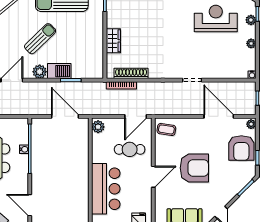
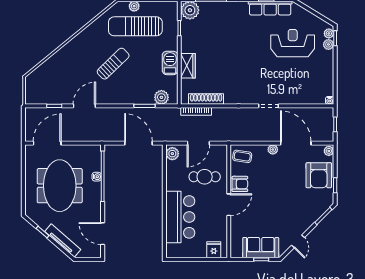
plant: (251, 43) -> (329, 33), moved
barbecue: (59, 71) -> (170, 63), moved, turned -90
plant: (40, 72) -> (161, 97), moved
door: (136, 116) -> (198, 143), moved
plant: (196, 123) -> (273, 149), added
armchair: (194, 168) -> (240, 184), moved, width x0.53, depth x0.53

